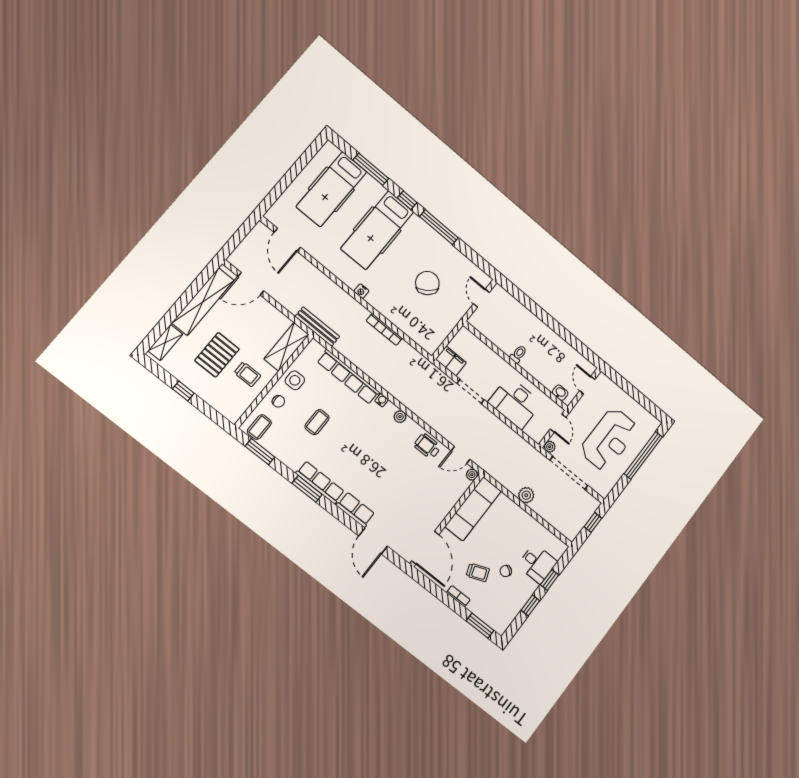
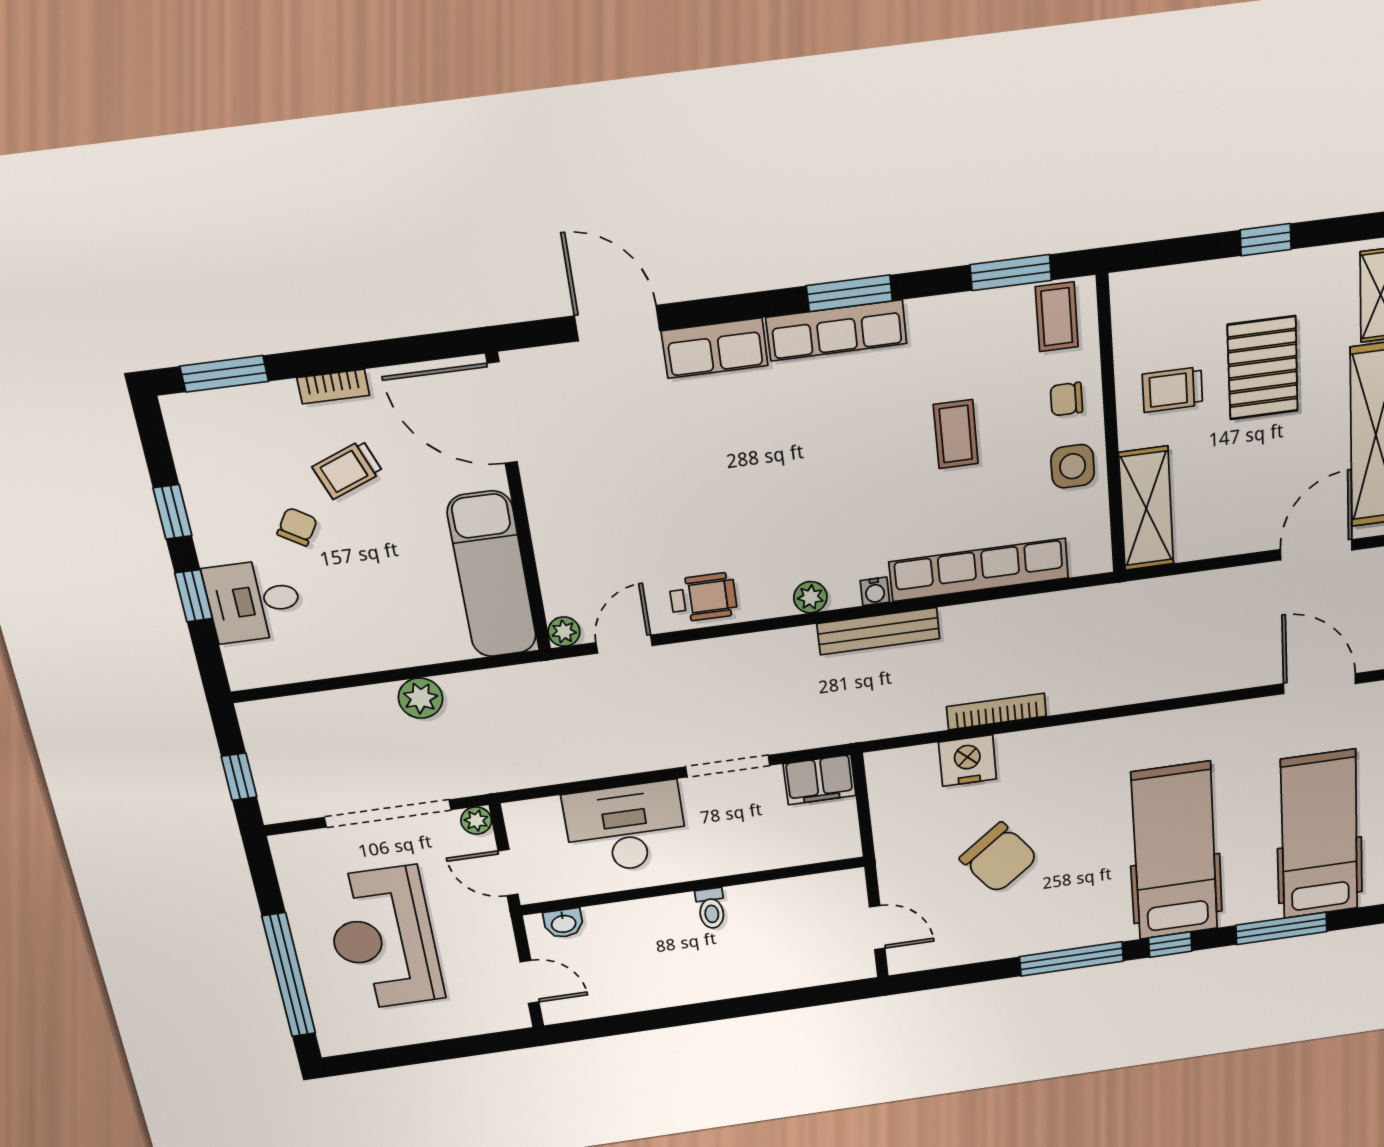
nightstand: (361, 291) -> (968, 761), moved, width x1.89, depth x1.79
bench: (317, 327) -> (878, 631), moved

